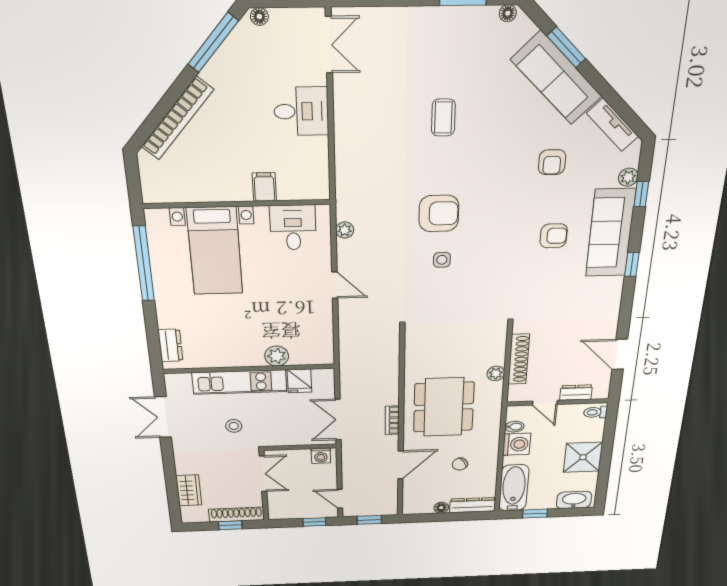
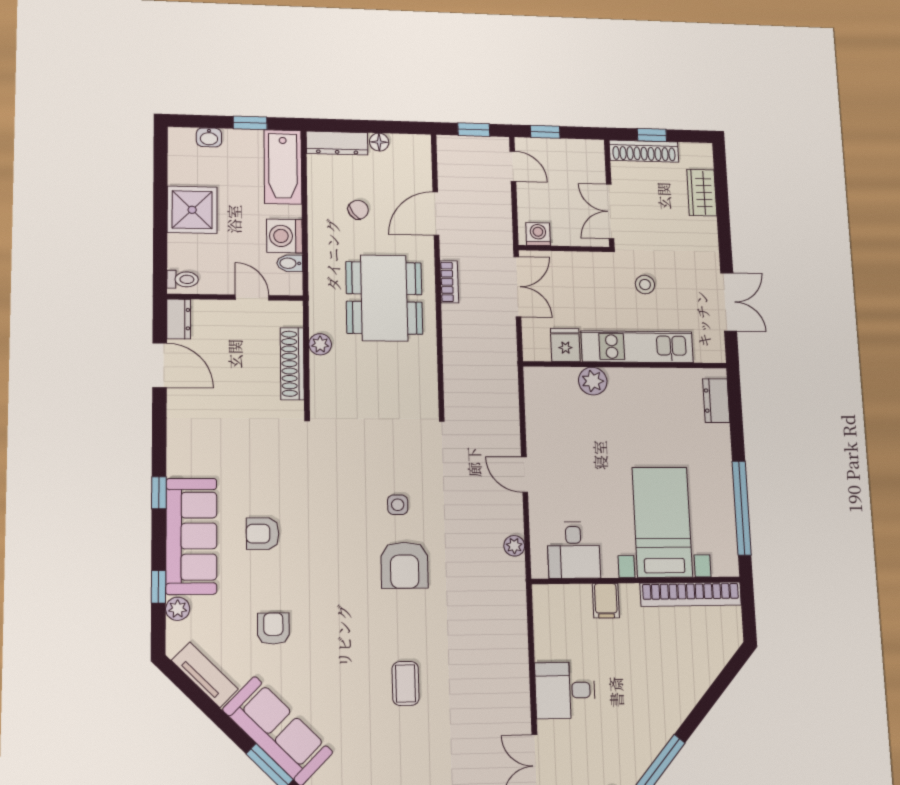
bookcase: (177, 118) -> (691, 594), moved, turned -131
armchair: (439, 213) -> (404, 565), turned -90
dresser: (576, 393) -> (179, 319), moved, turned -90
washbasin: (574, 500) -> (209, 137), width x0.52, depth x0.69

